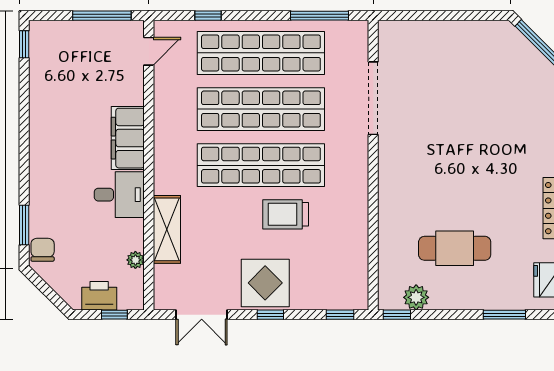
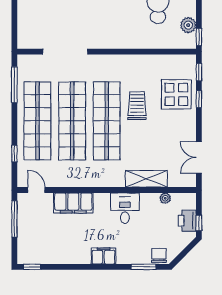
filing cabinet: (128, 138) -> (73, 203), moved
filing cabinet: (42, 160) -> (104, 256), added
trolley: (286, 214) -> (137, 106), turned 180
chair: (43, 250) -> (159, 256), turned 90
display table: (265, 283) -> (176, 94), moved
window: (114, 315) -> (199, 223), moved
double door: (202, 315) -> (199, 157), swing flipped
window: (270, 315) -> (199, 99), moved

